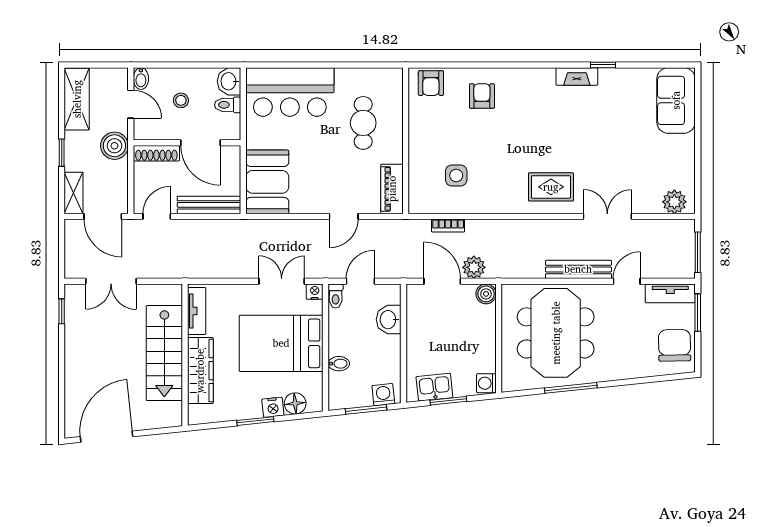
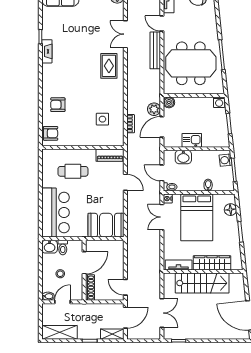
boiler: (114, 146) -> (86, 311), removed
bench: (209, 205) -> (119, 258), removed
kitchen sink: (434, 387) -> (192, 140), moved, turned 96
nightstand: (273, 407) -> (233, 222), removed

